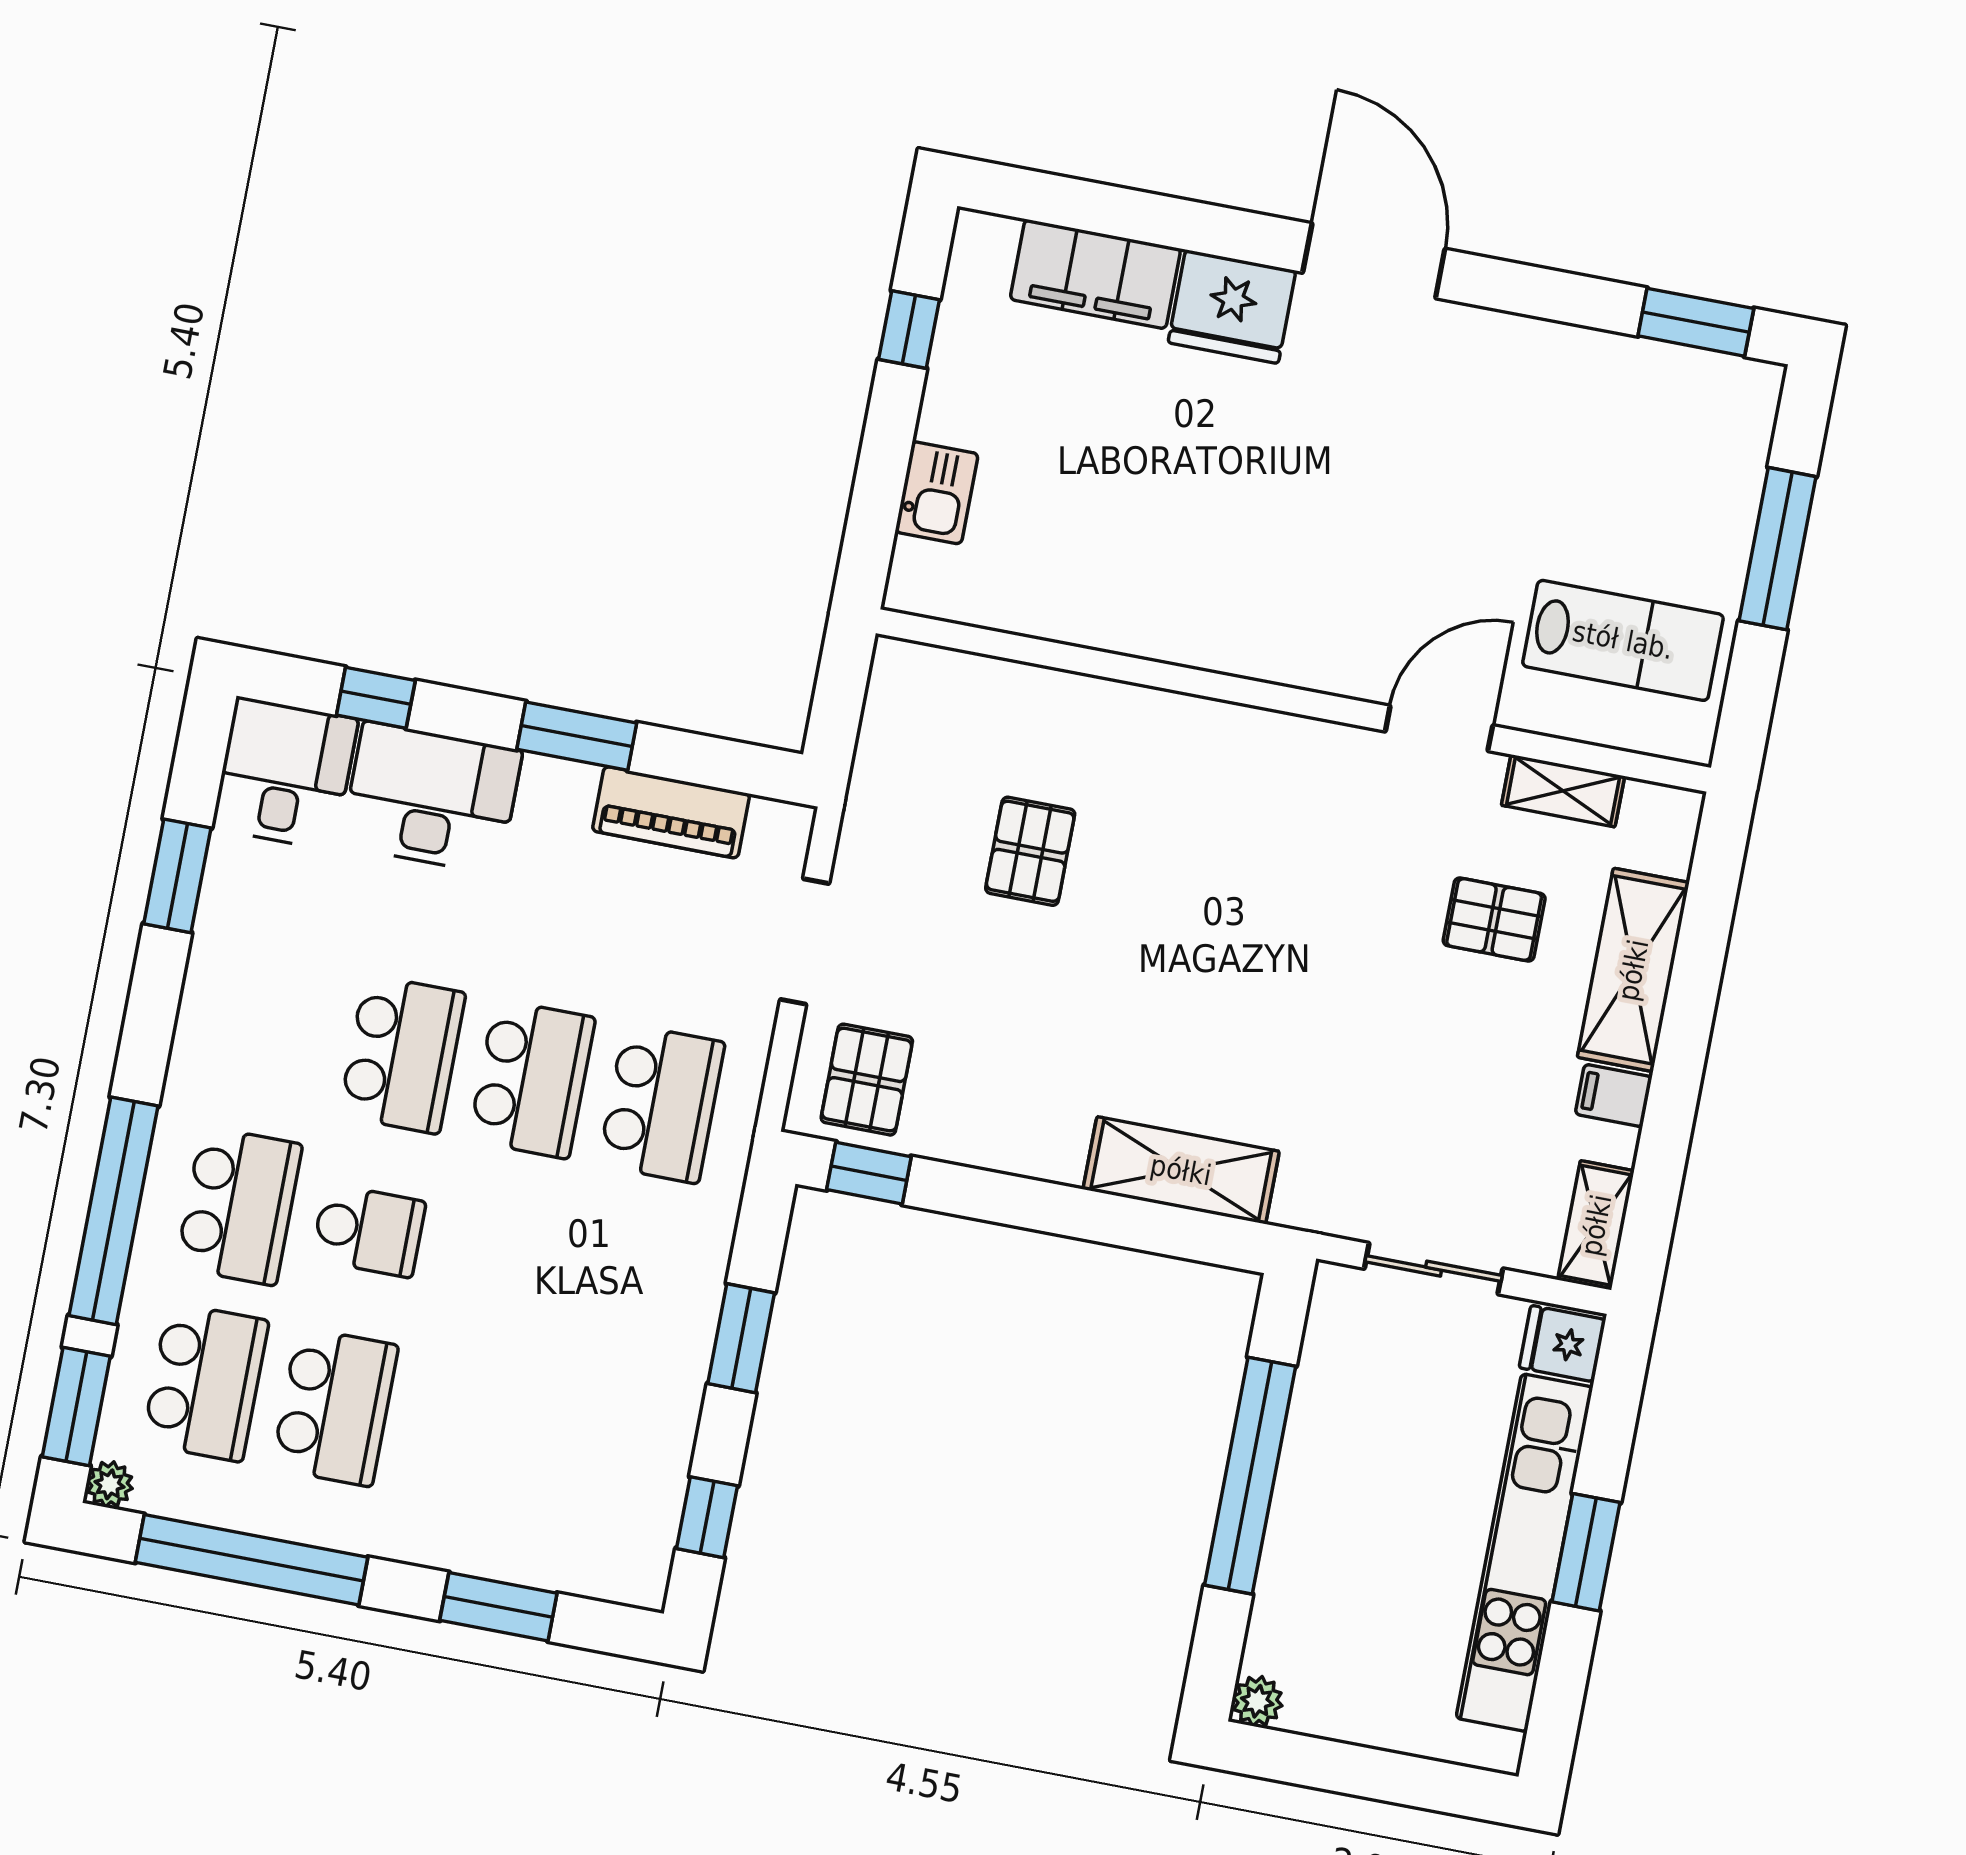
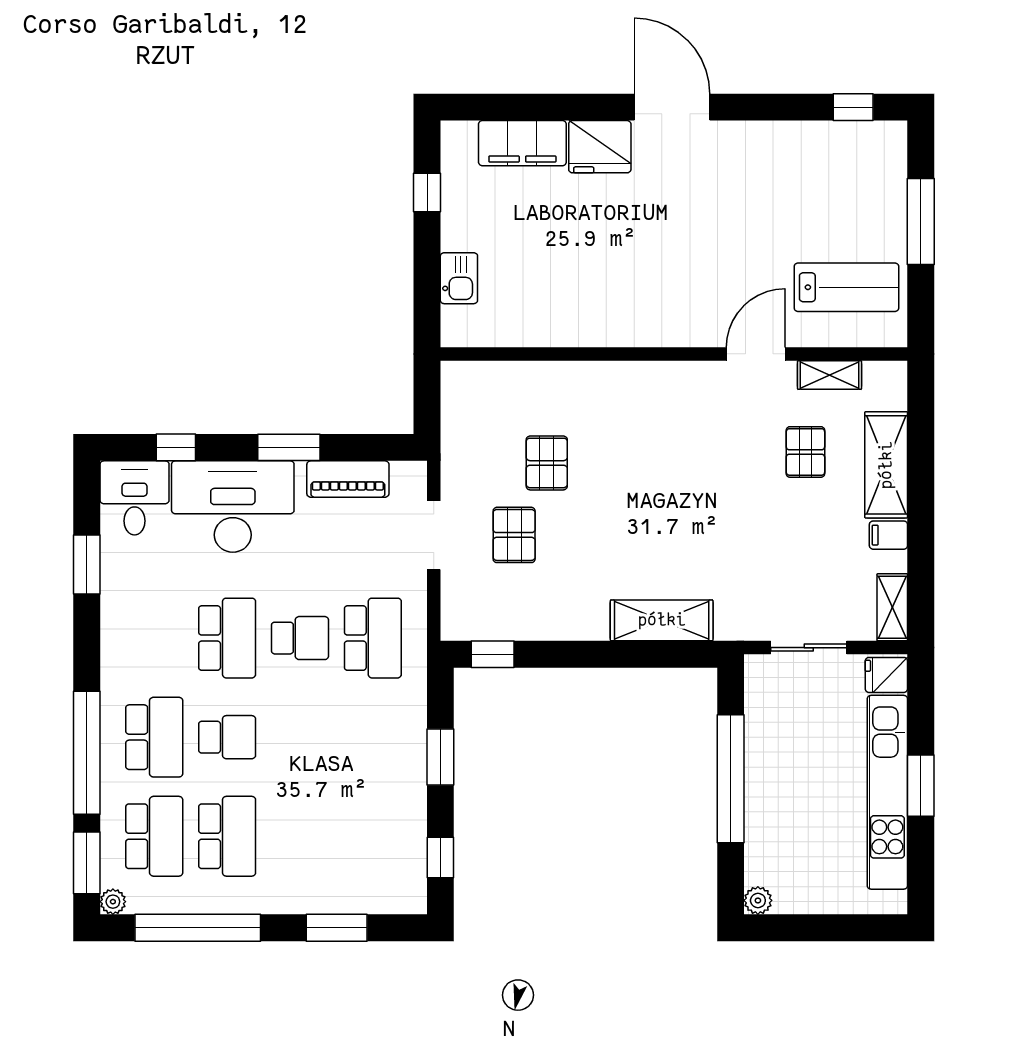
window: (1696, 322) -> (853, 107), width x0.67
desk: (431, 798) -> (233, 507), width x1.36, depth x1.30
pallet: (1494, 920) -> (805, 452), turned 90
school desk: (532, 1079) -> (300, 638), width x0.54
pallet: (867, 1080) -> (514, 535), moved

